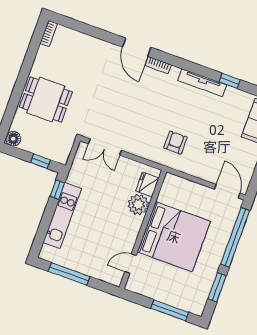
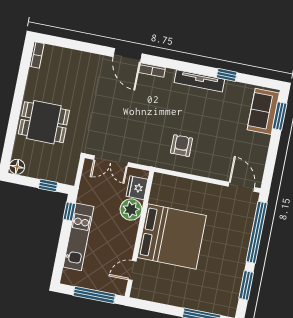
fridge: (147, 184) -> (137, 188), moved
plant: (138, 204) -> (131, 209), moved
wall: (143, 229) -> (139, 234), moved
bed: (174, 237) -> (172, 236), moved
door: (131, 264) -> (132, 270), moved

